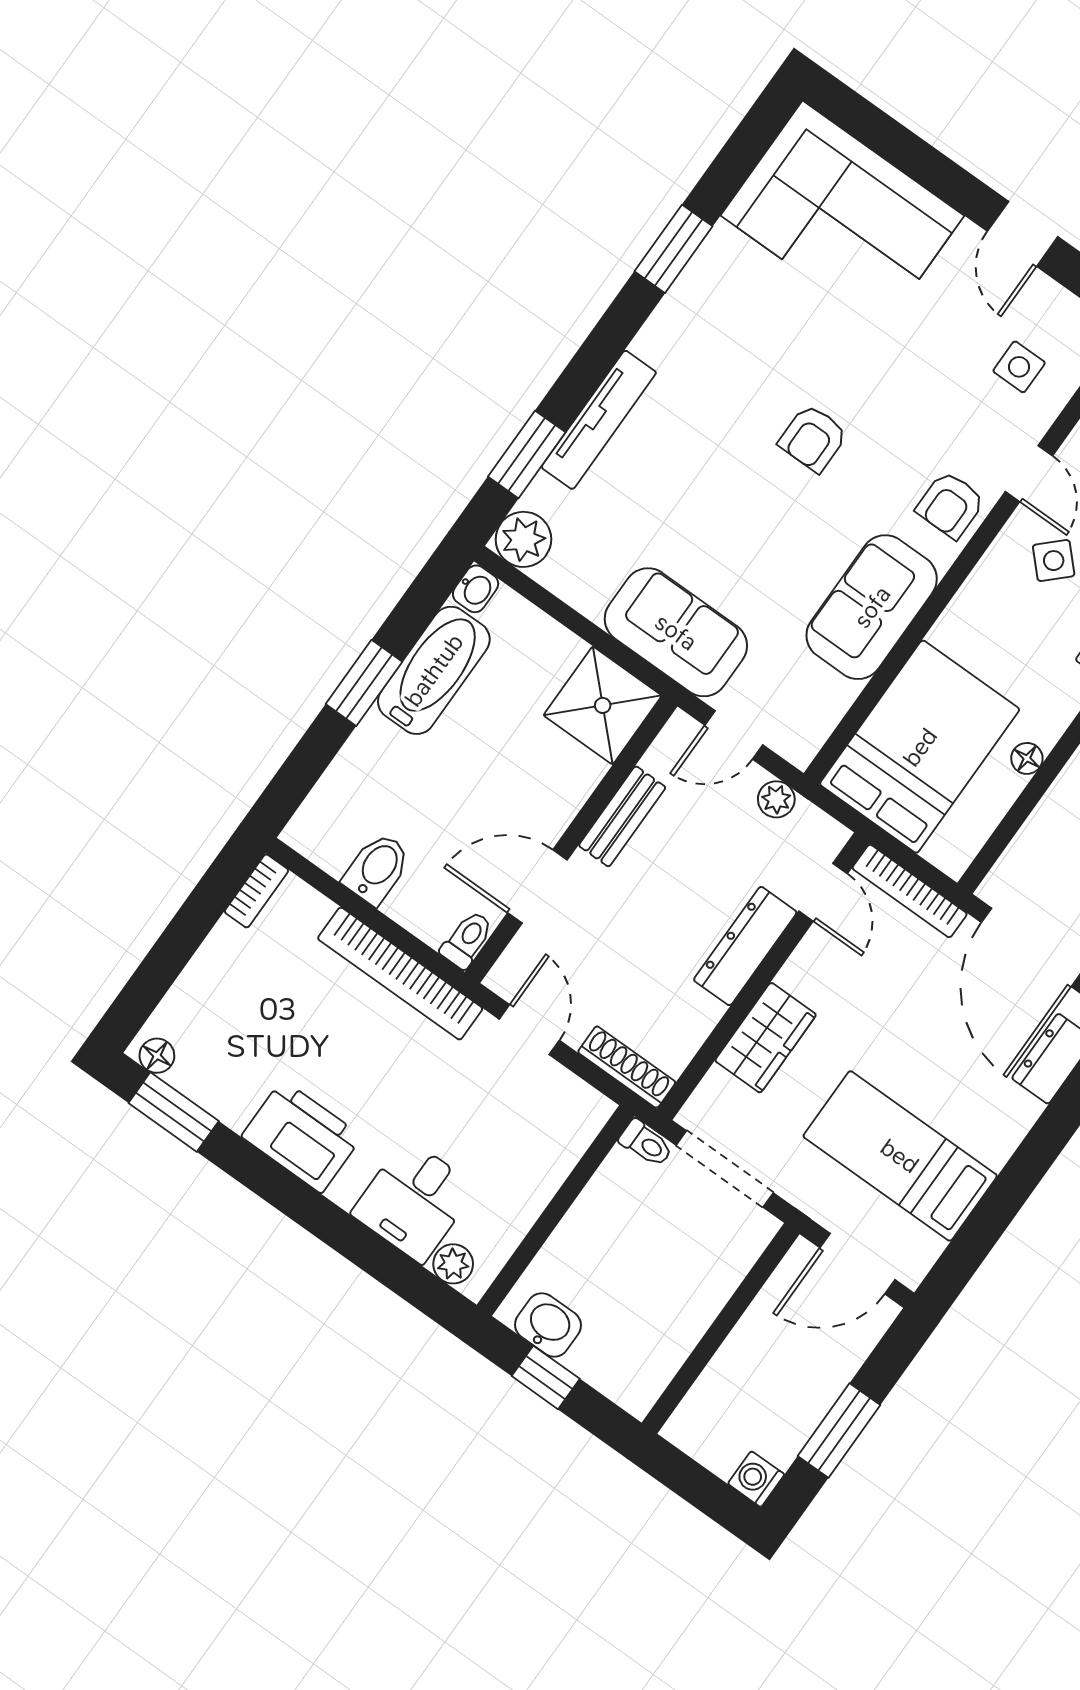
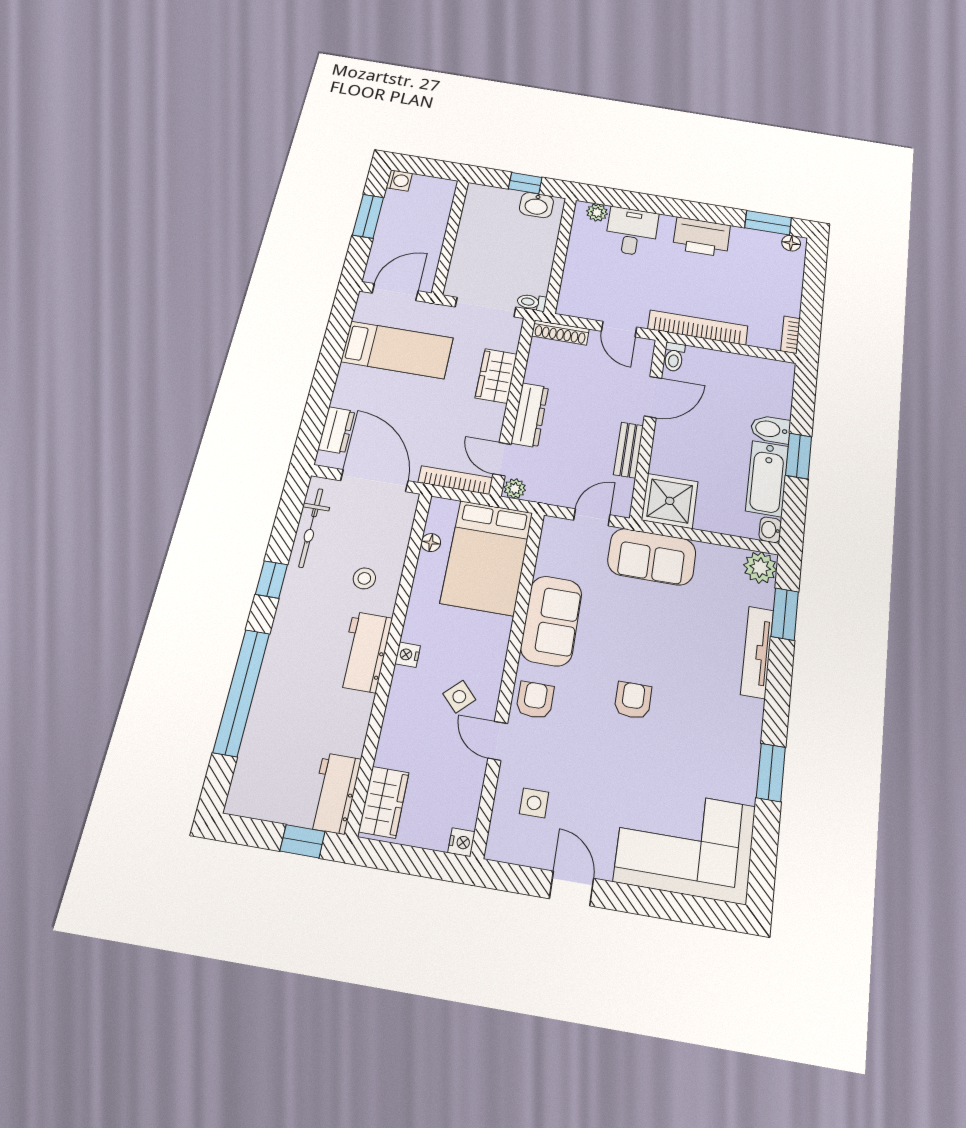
floor lamp: (1027, 758) -> (431, 543), moved
plant: (776, 799) -> (515, 489), moved
bidet: (377, 869) -> (770, 429), moved, turned 90

